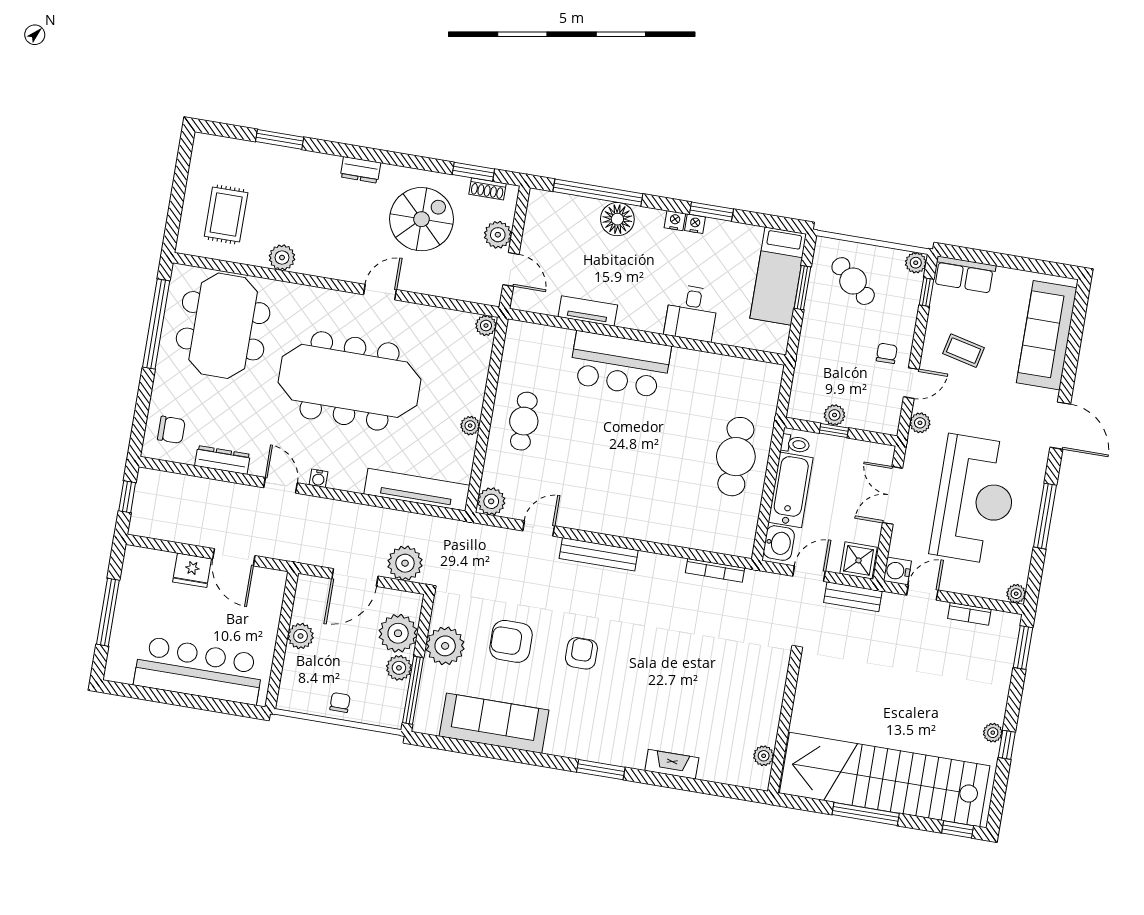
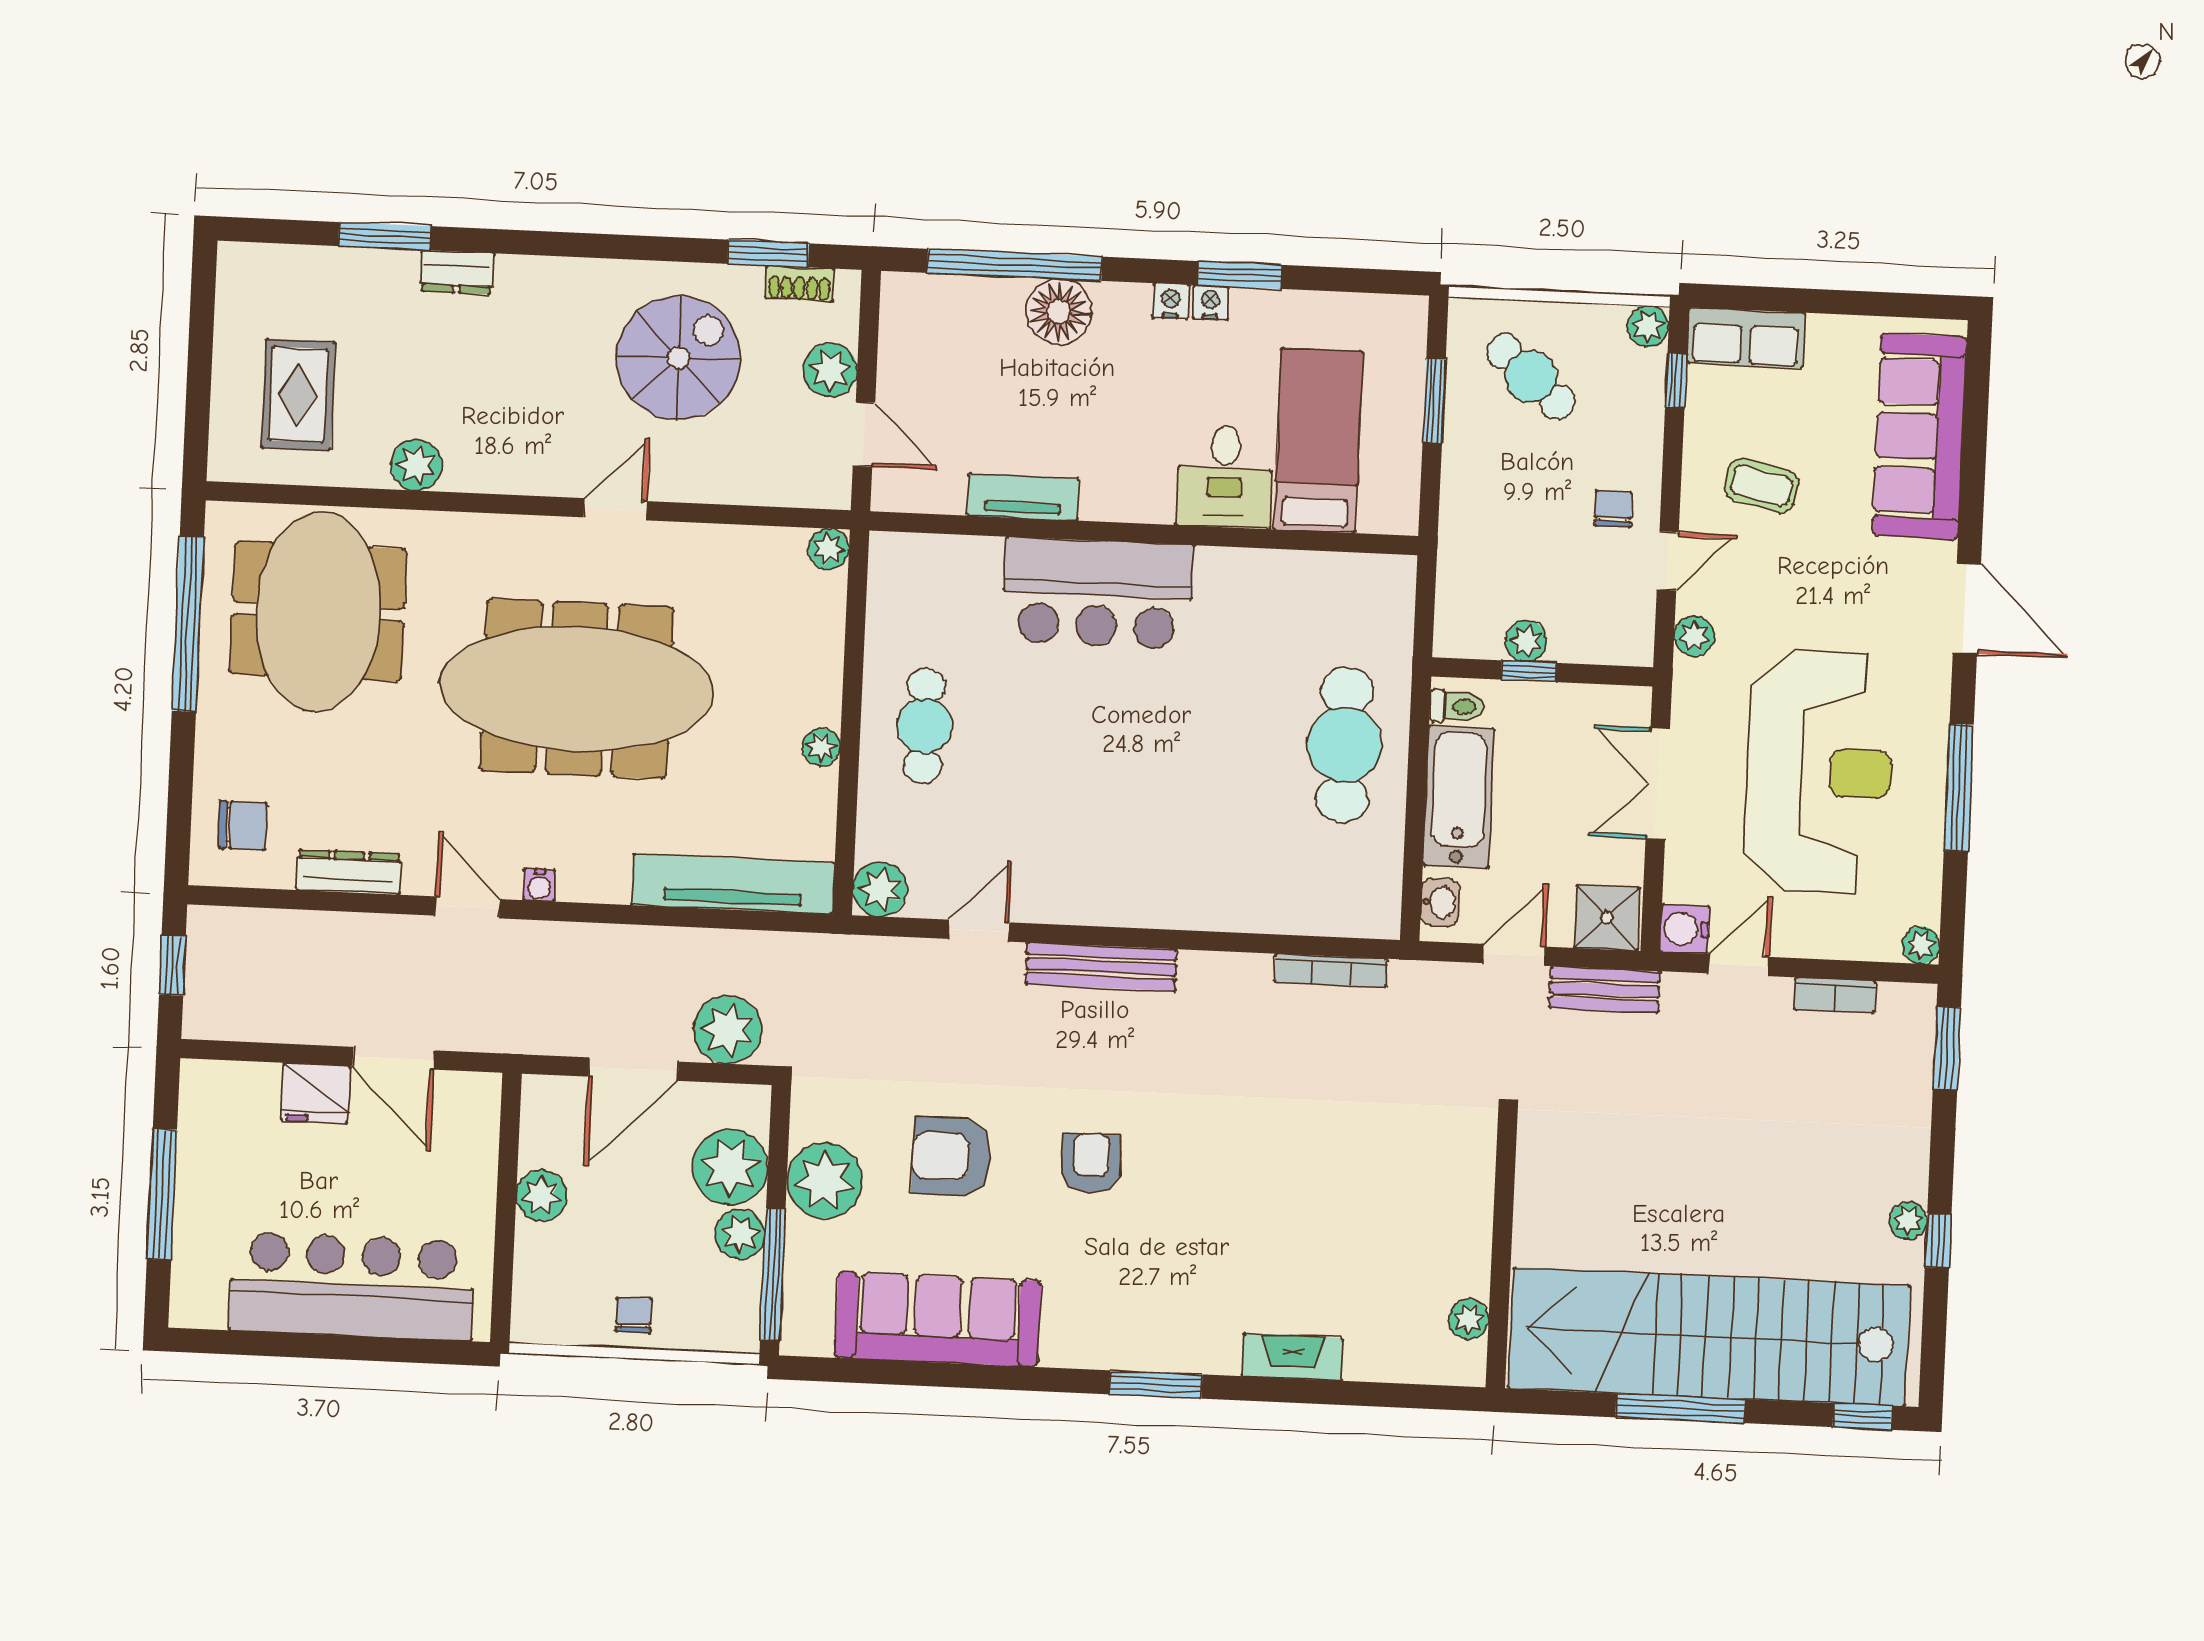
dresser: (361, 170) -> (457, 272), moved
bed: (778, 276) -> (1318, 441), moved, turned 180
washbasin: (779, 543) -> (1440, 902), width x0.72, depth x0.69

